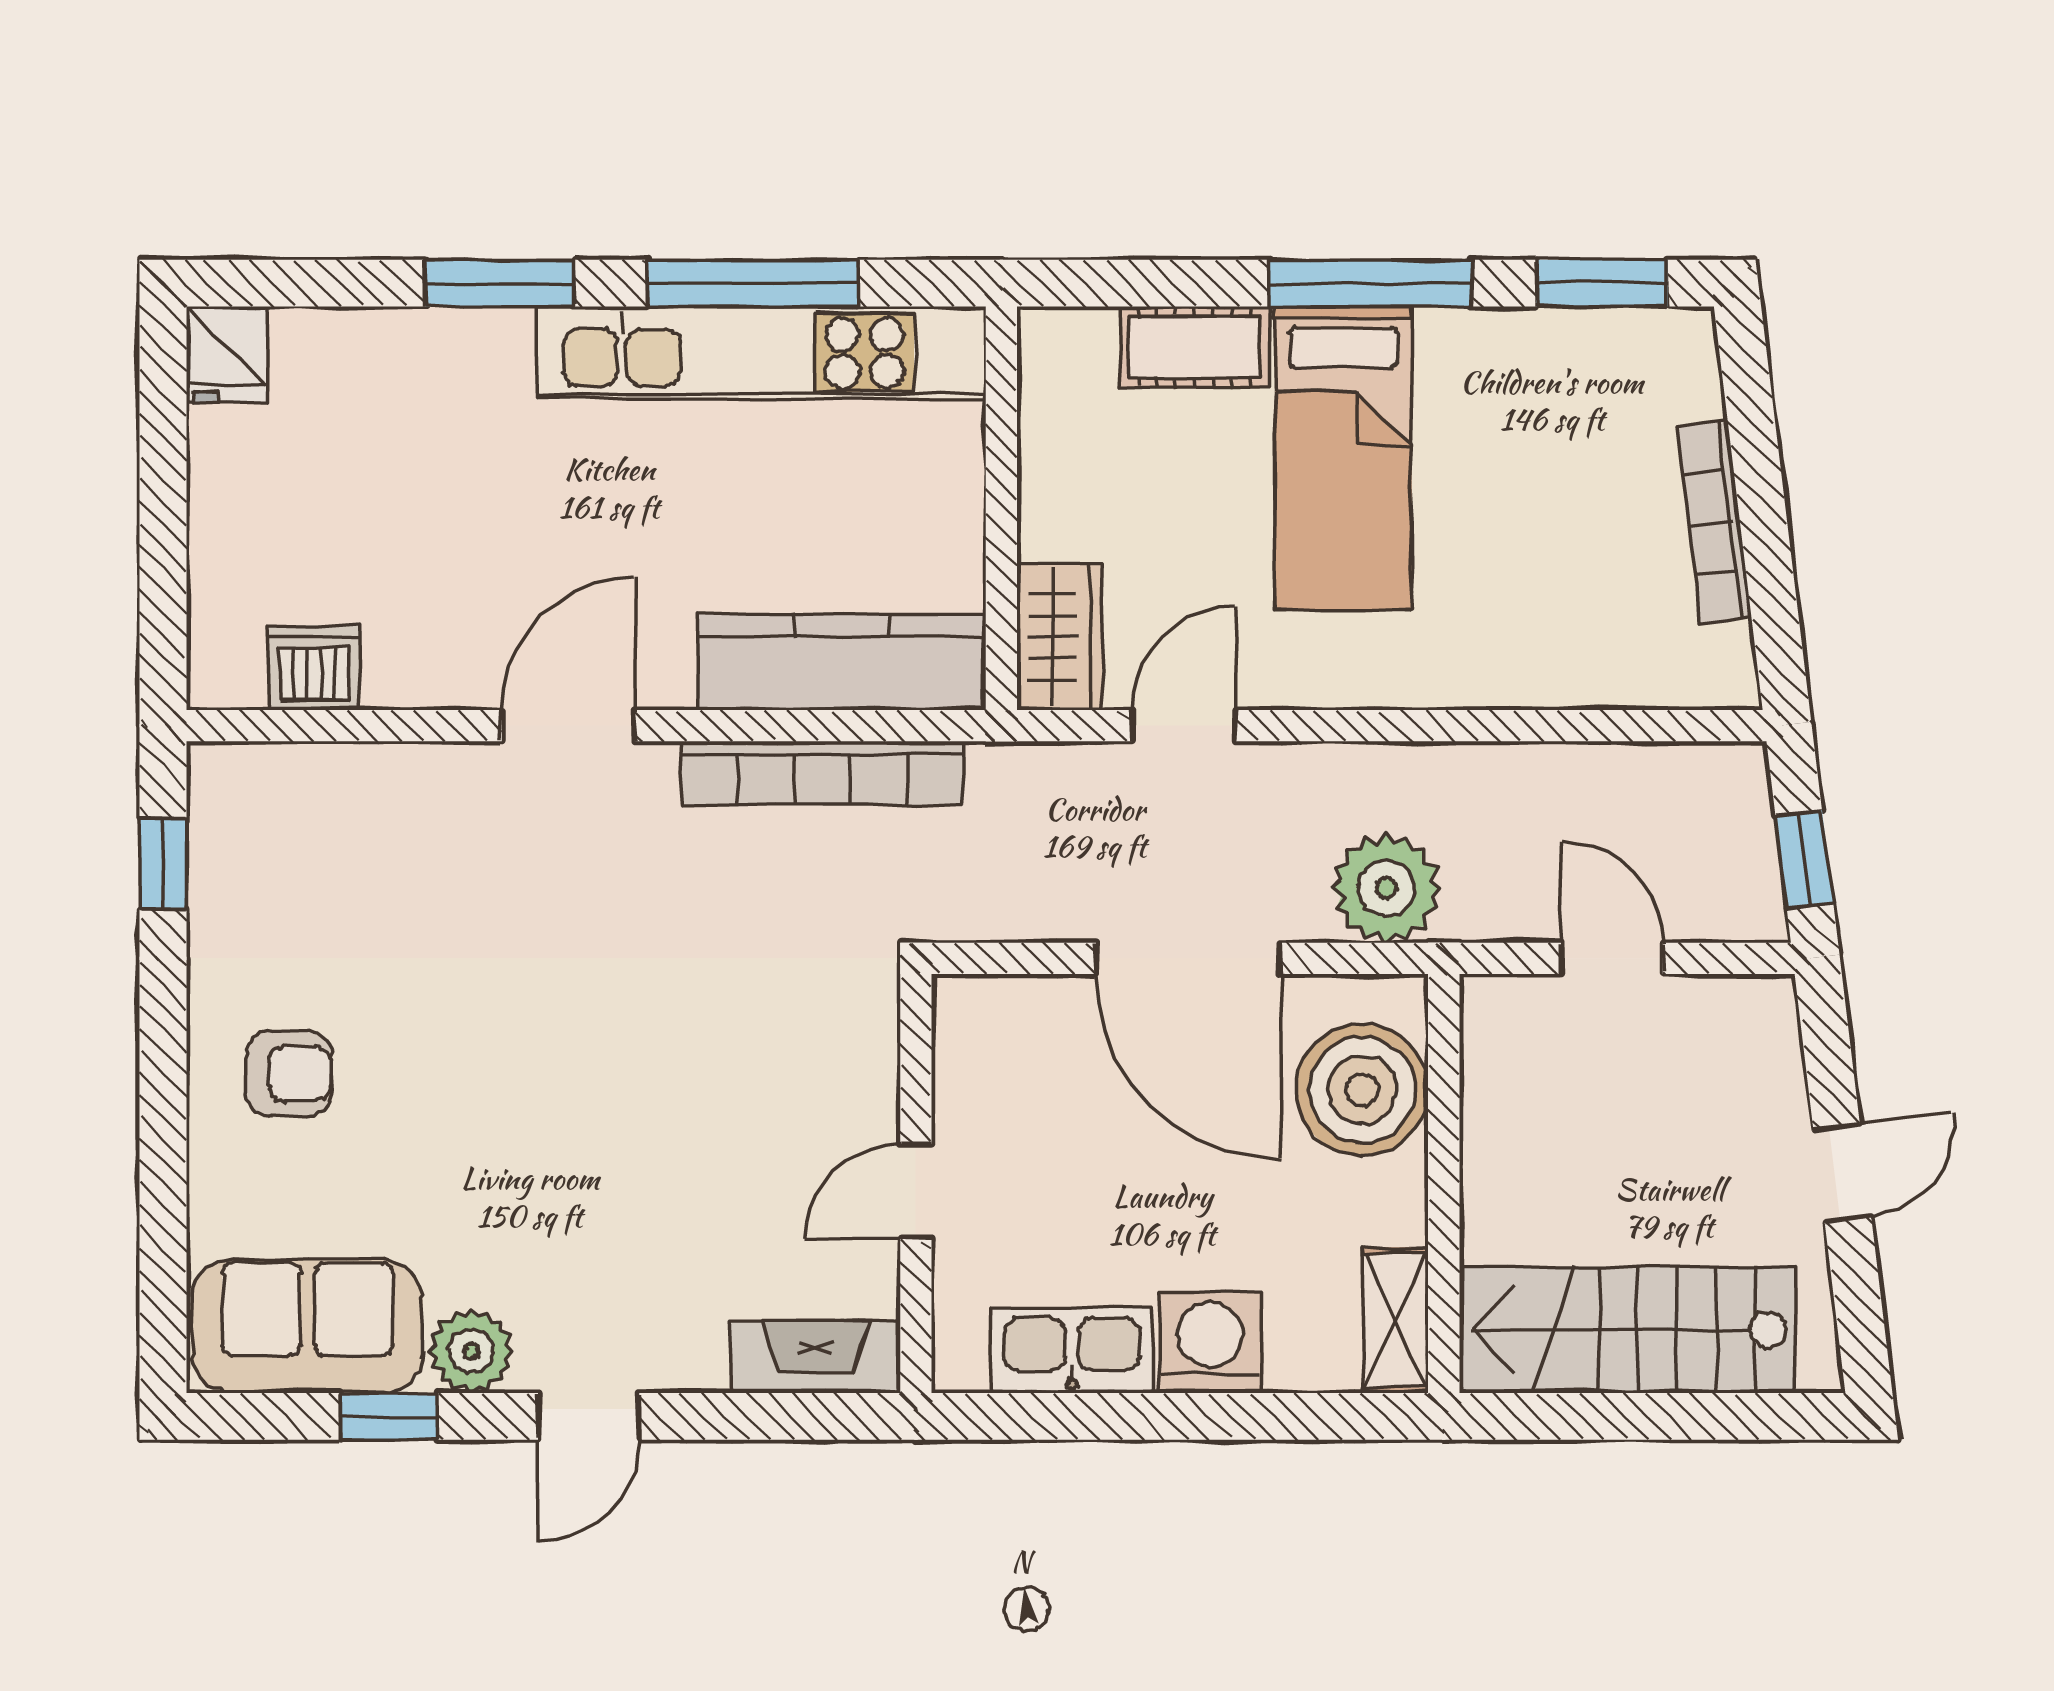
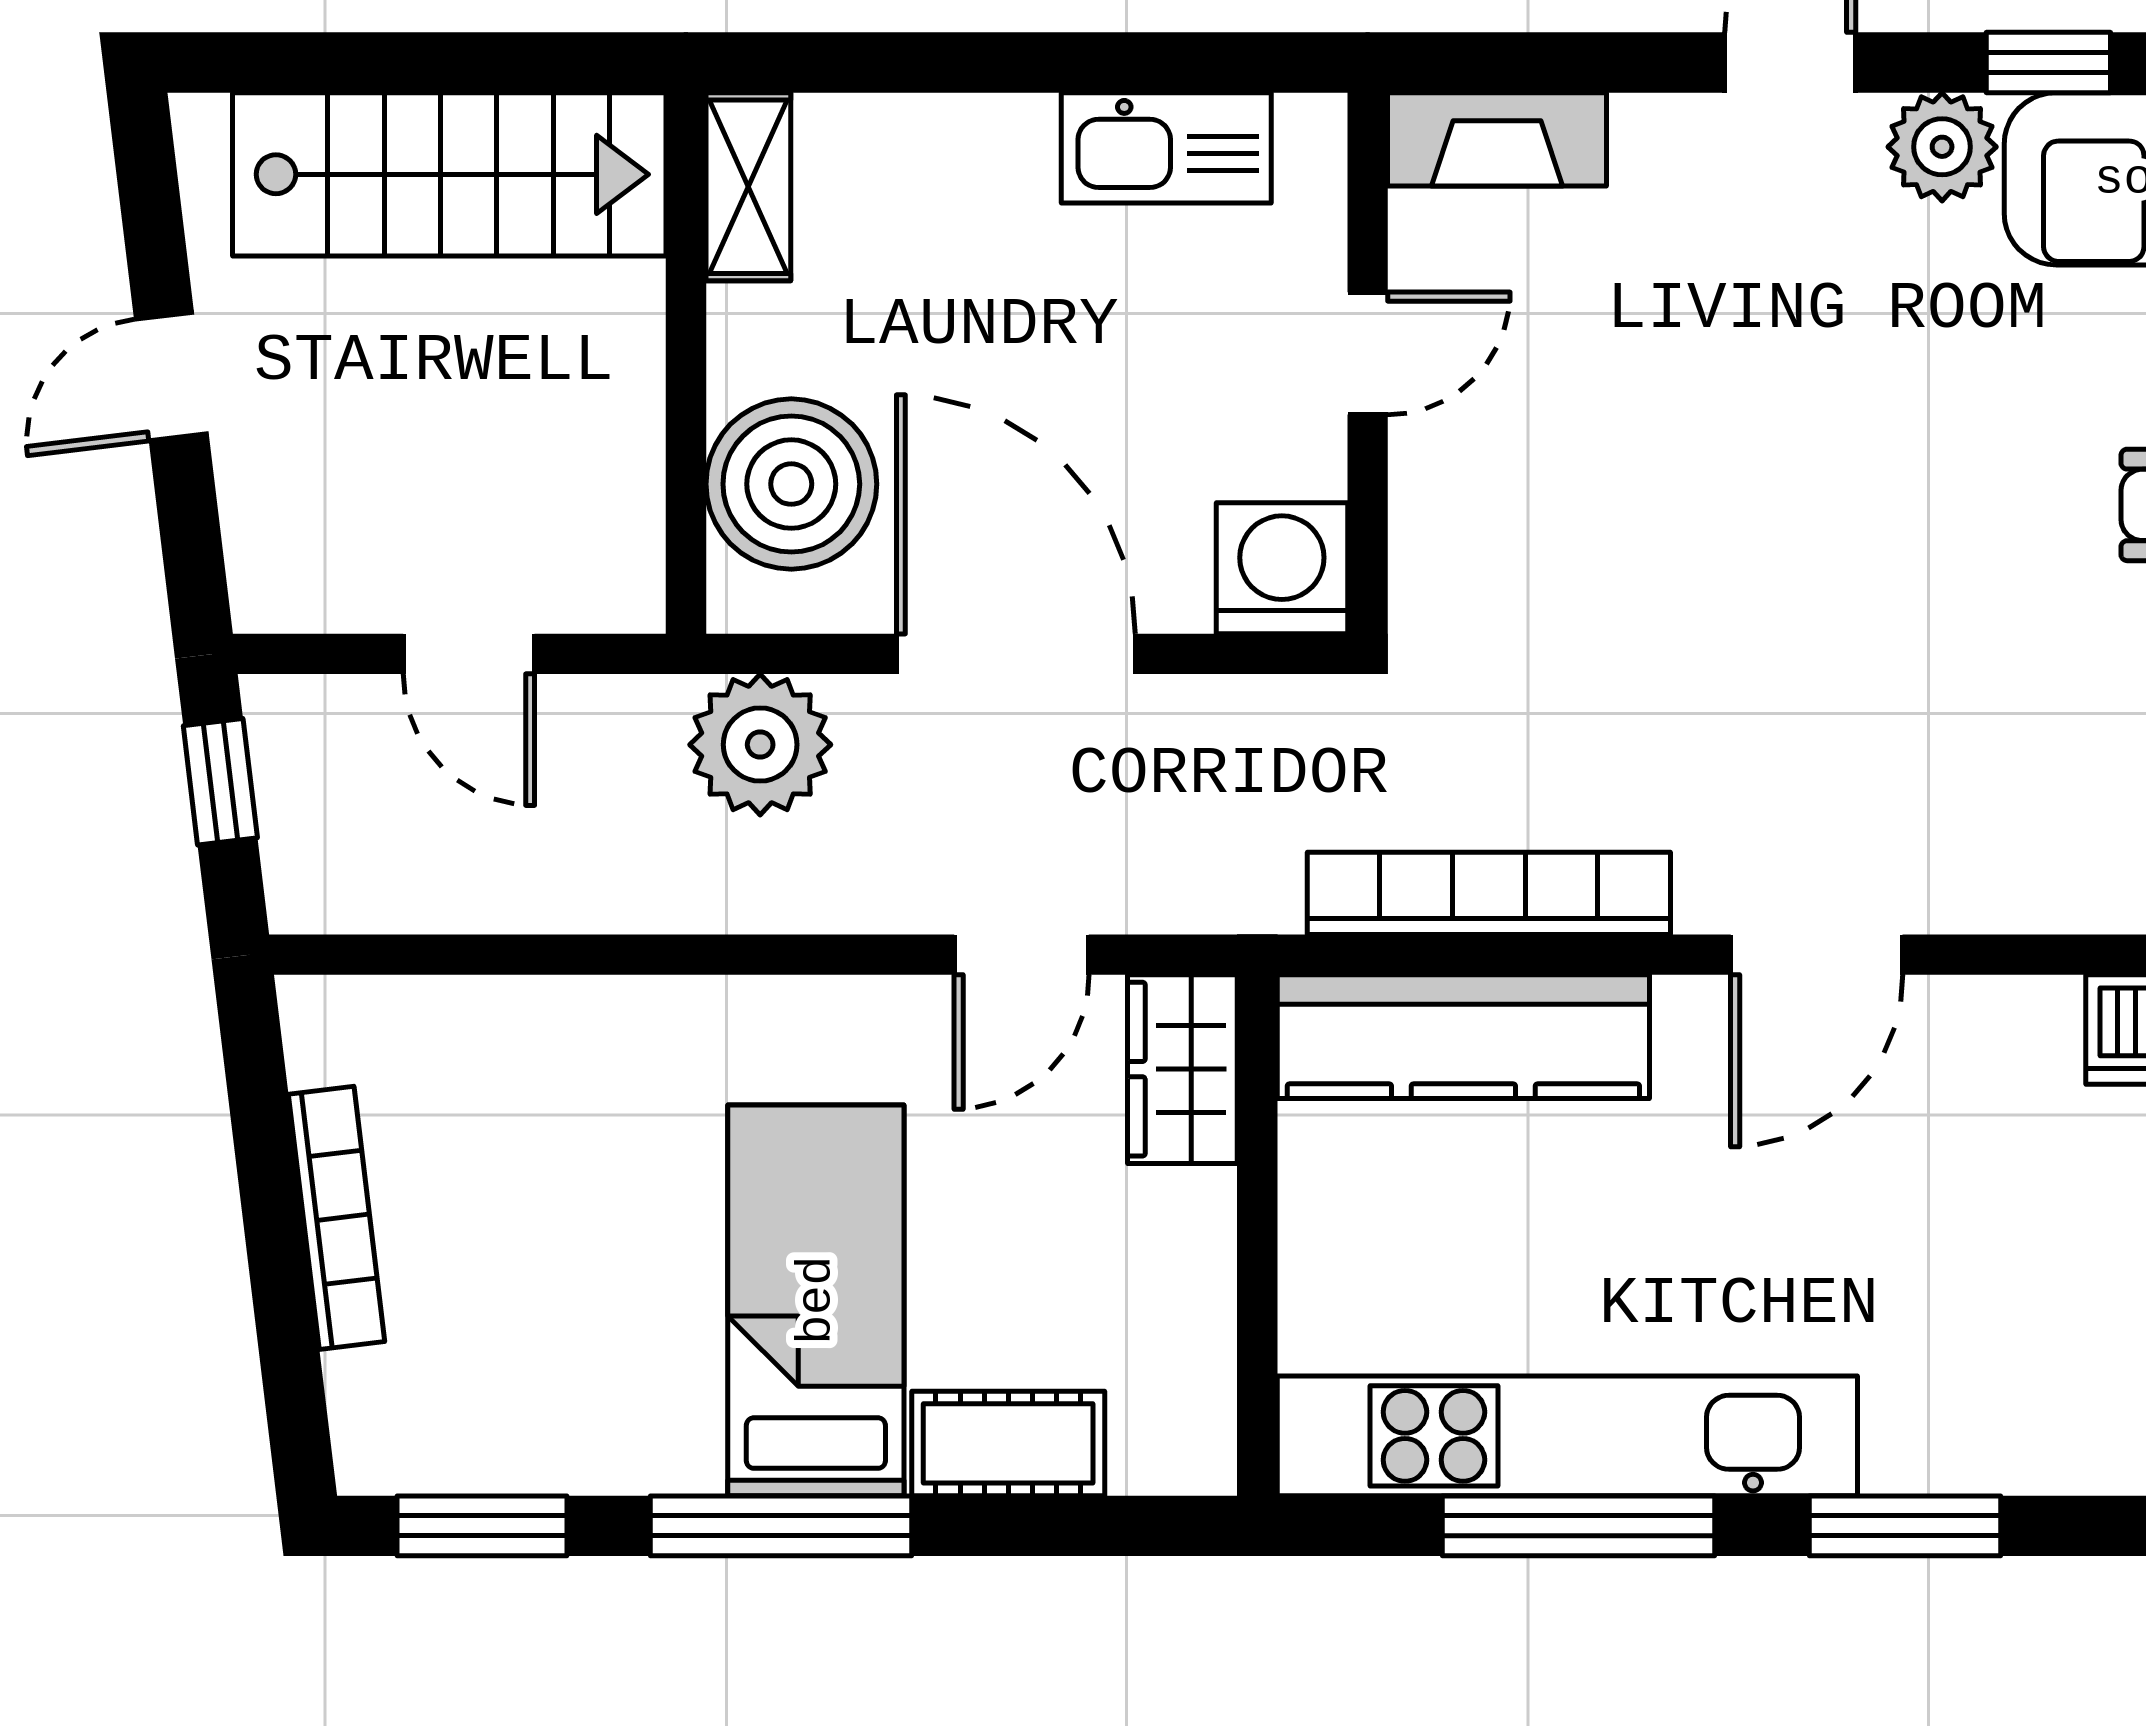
washing machine: (1210, 1342) -> (1282, 568), moved, turned 180

